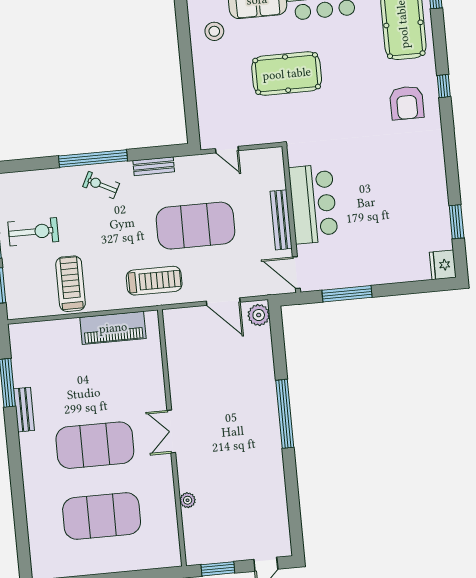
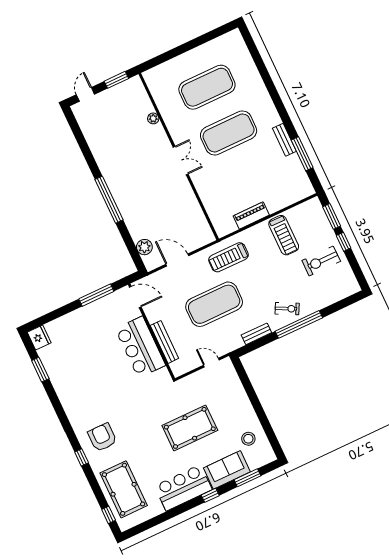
bench: (281, 220) -> (164, 342), moved
plant: (259, 315) -> (144, 247), moved
piano: (113, 328) -> (251, 215), width x0.73, depth x0.75

